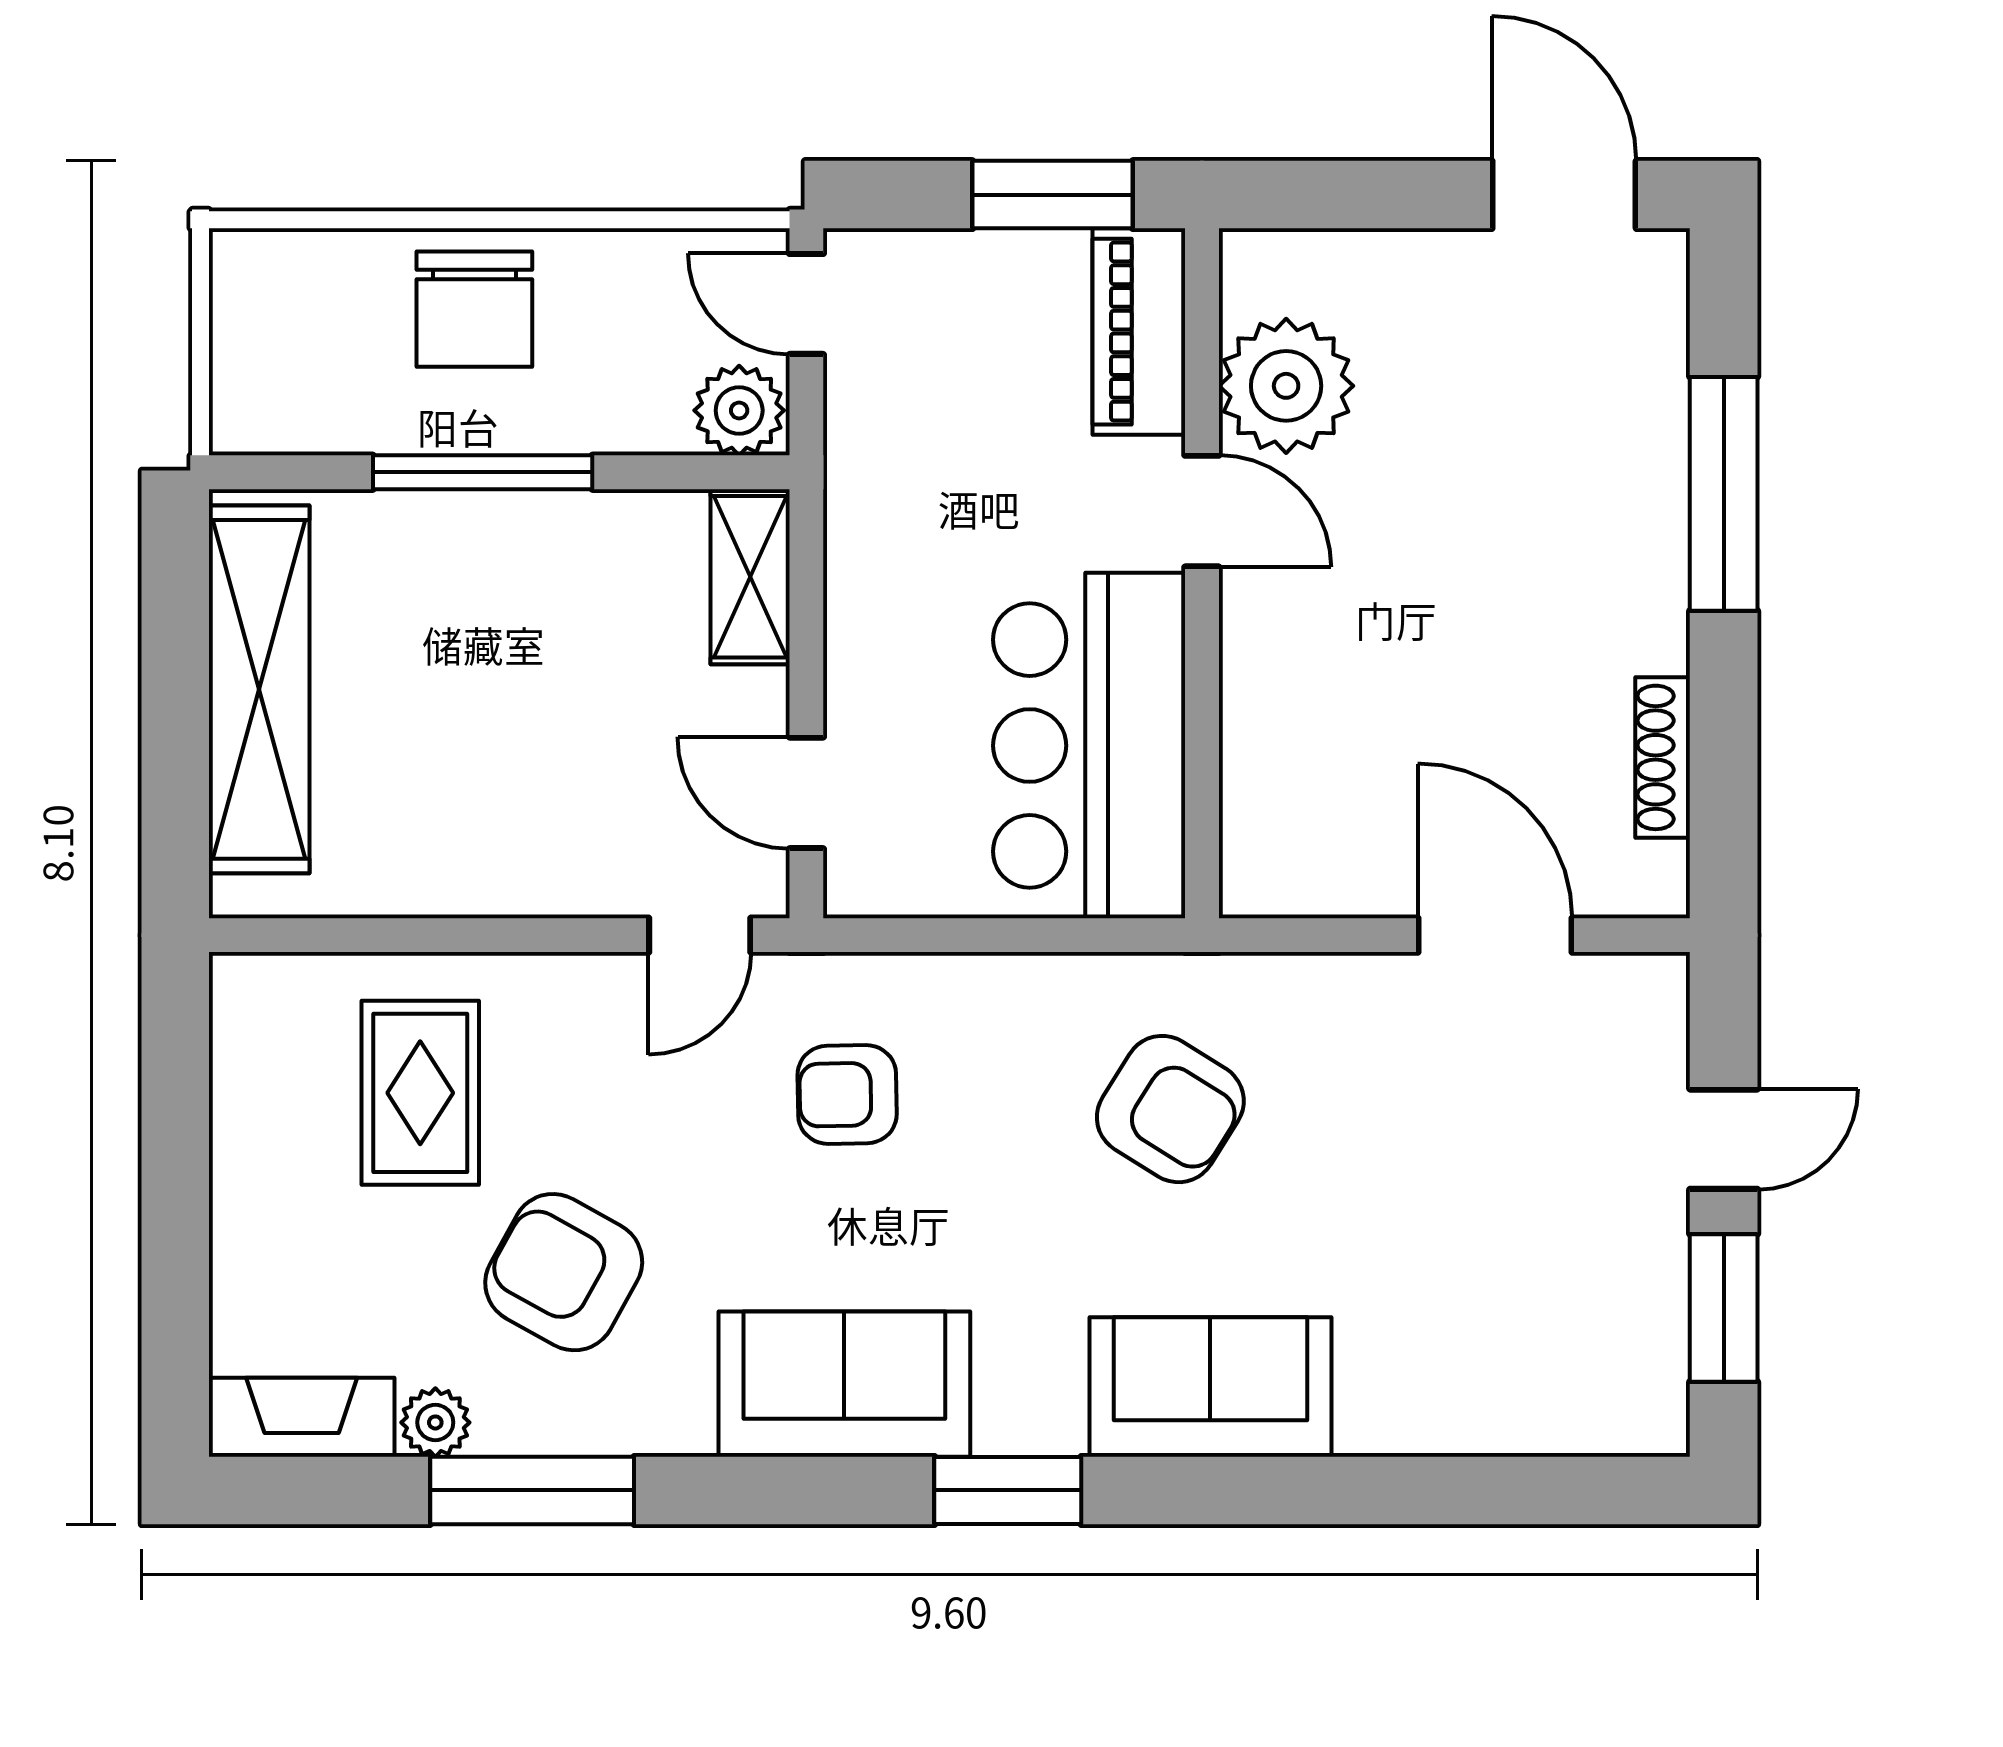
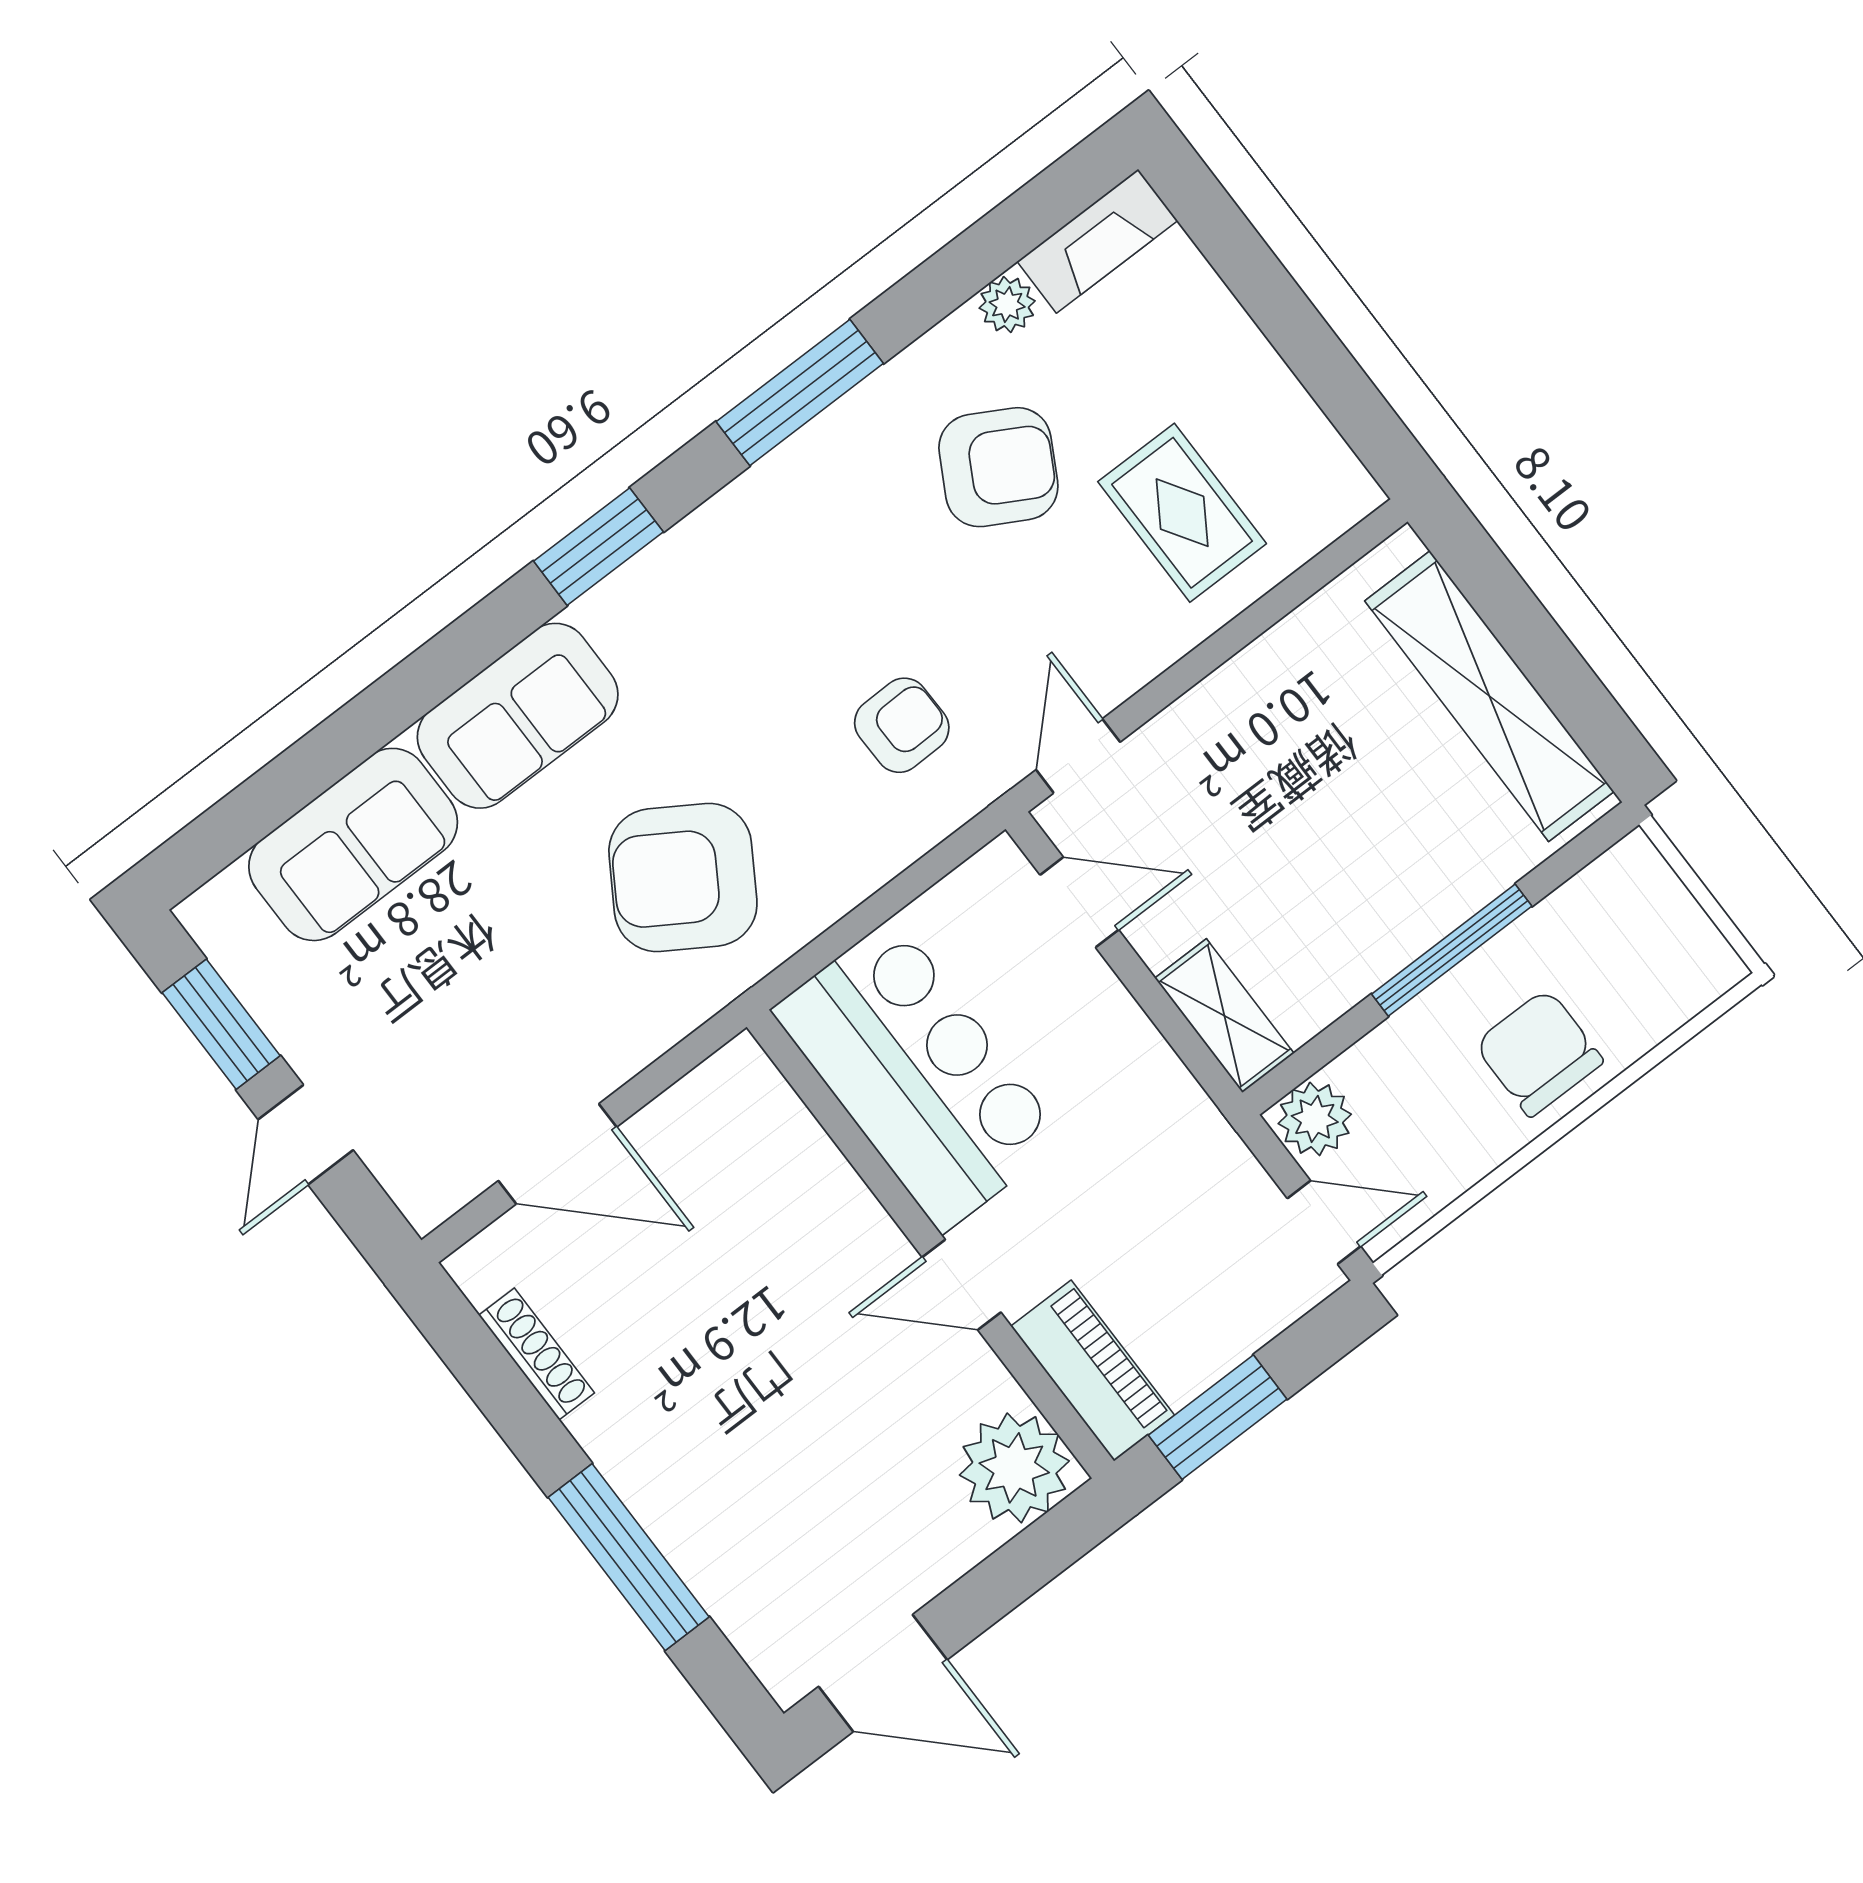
plant: (1286, 386) -> (1014, 1468), moved
armchair: (1170, 1109) -> (683, 878), width x1.36, depth x1.36
sofa: (844, 1384) -> (353, 844), moved
window: (532, 1490) -> (800, 393), moved

